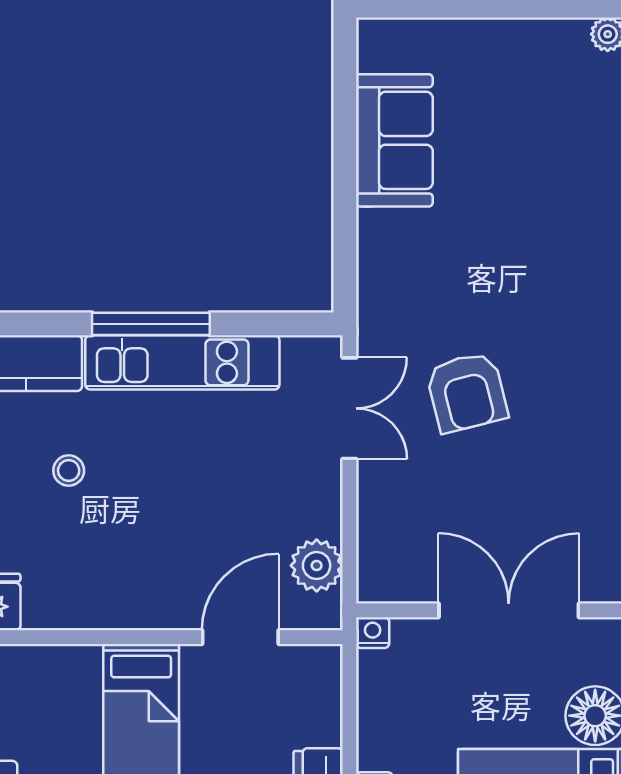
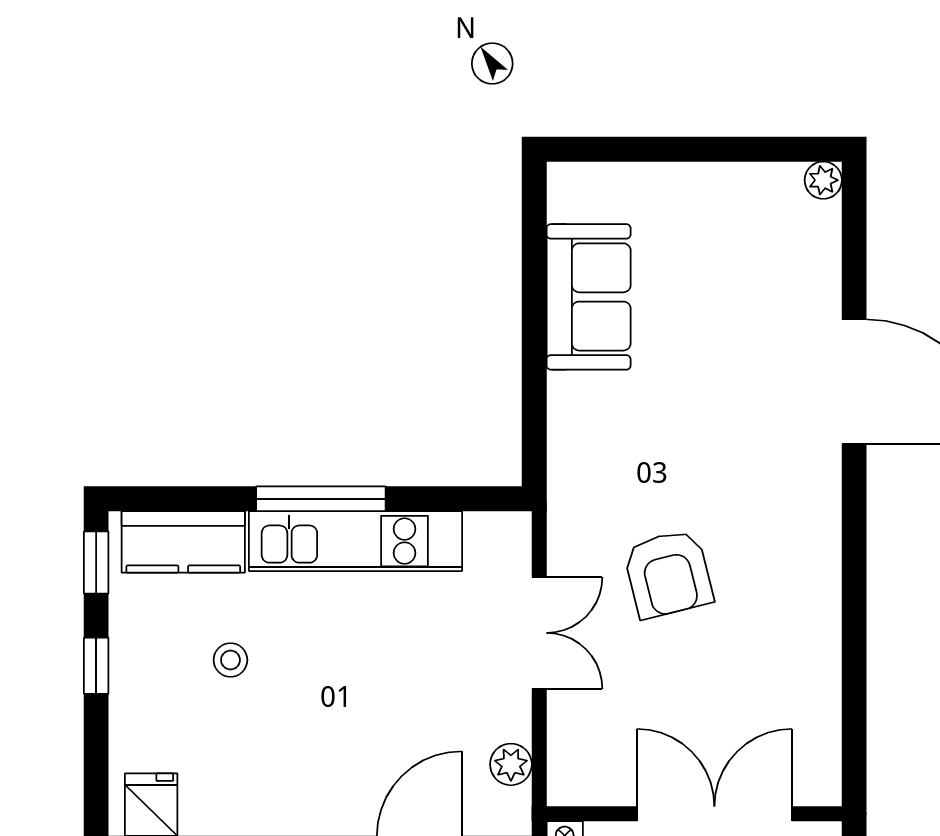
double door: (349, 408) -> (539, 633), moved
plant: (317, 566) -> (511, 764), width x0.73, depth x0.73

